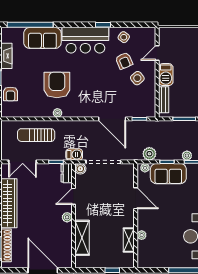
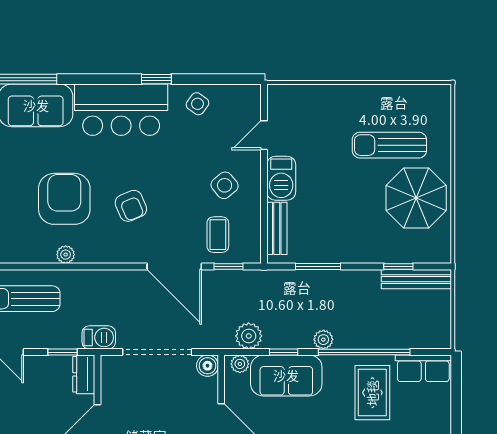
armchair: (124, 61) -> (131, 206), moved
coffee table: (134, 103) -> (218, 235), added
boiler: (80, 169) -> (207, 366), moved

